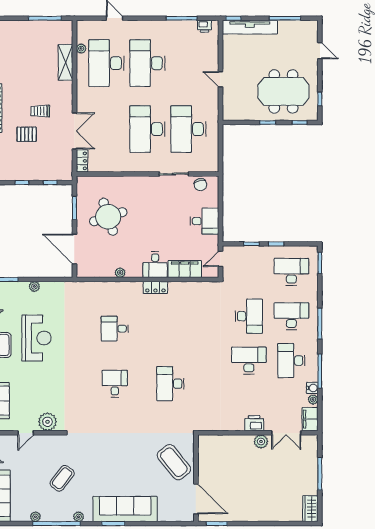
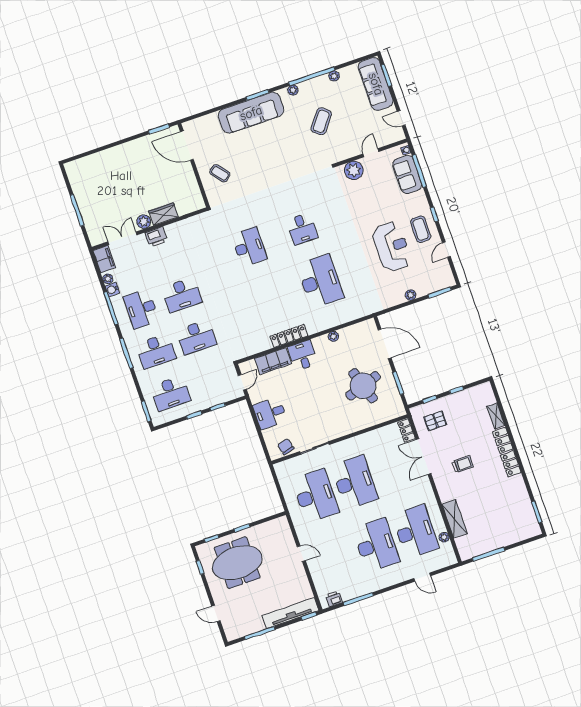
pallet: (27, 134) -> (435, 421), moved
locker: (155, 287) -> (289, 336), width x1.53
desk: (249, 316) -> (196, 337), turned -90
desk: (115, 329) -> (320, 281), width x1.87, depth x1.30
reception desk: (36, 338) -> (392, 247), turned 180
desk: (291, 361) -> (141, 309), turned 180
coffee table: (174, 462) -> (220, 173), width x0.54, depth x0.58
wardrobe: (310, 509) -> (163, 214), moved, turned -90

